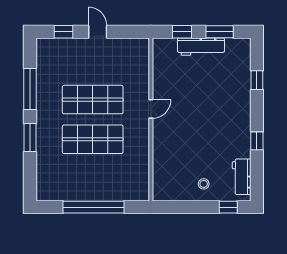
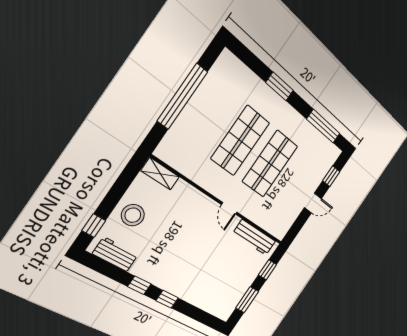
workbench: (201, 47) -> (254, 237), moved, turned -90
window: (257, 80) -> (167, 299), moved
window: (30, 89) -> (323, 126), moved
stool: (204, 184) -> (133, 215), width x1.89, depth x1.89
shelving: (160, 185) -> (160, 174), added

